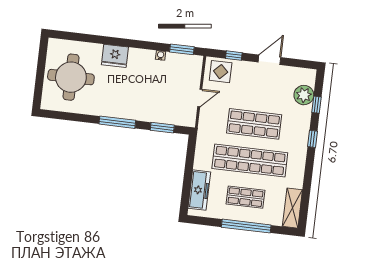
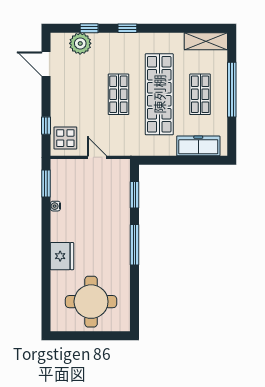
door: (269, 60) -> (46, 64), moved
shop shelf: (254, 124) -> (118, 94), width x0.70, depth x0.74

